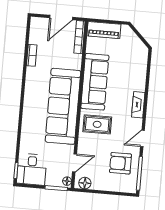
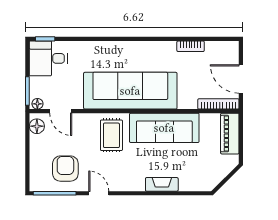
fireplace: (138, 105) -> (162, 184), moved

